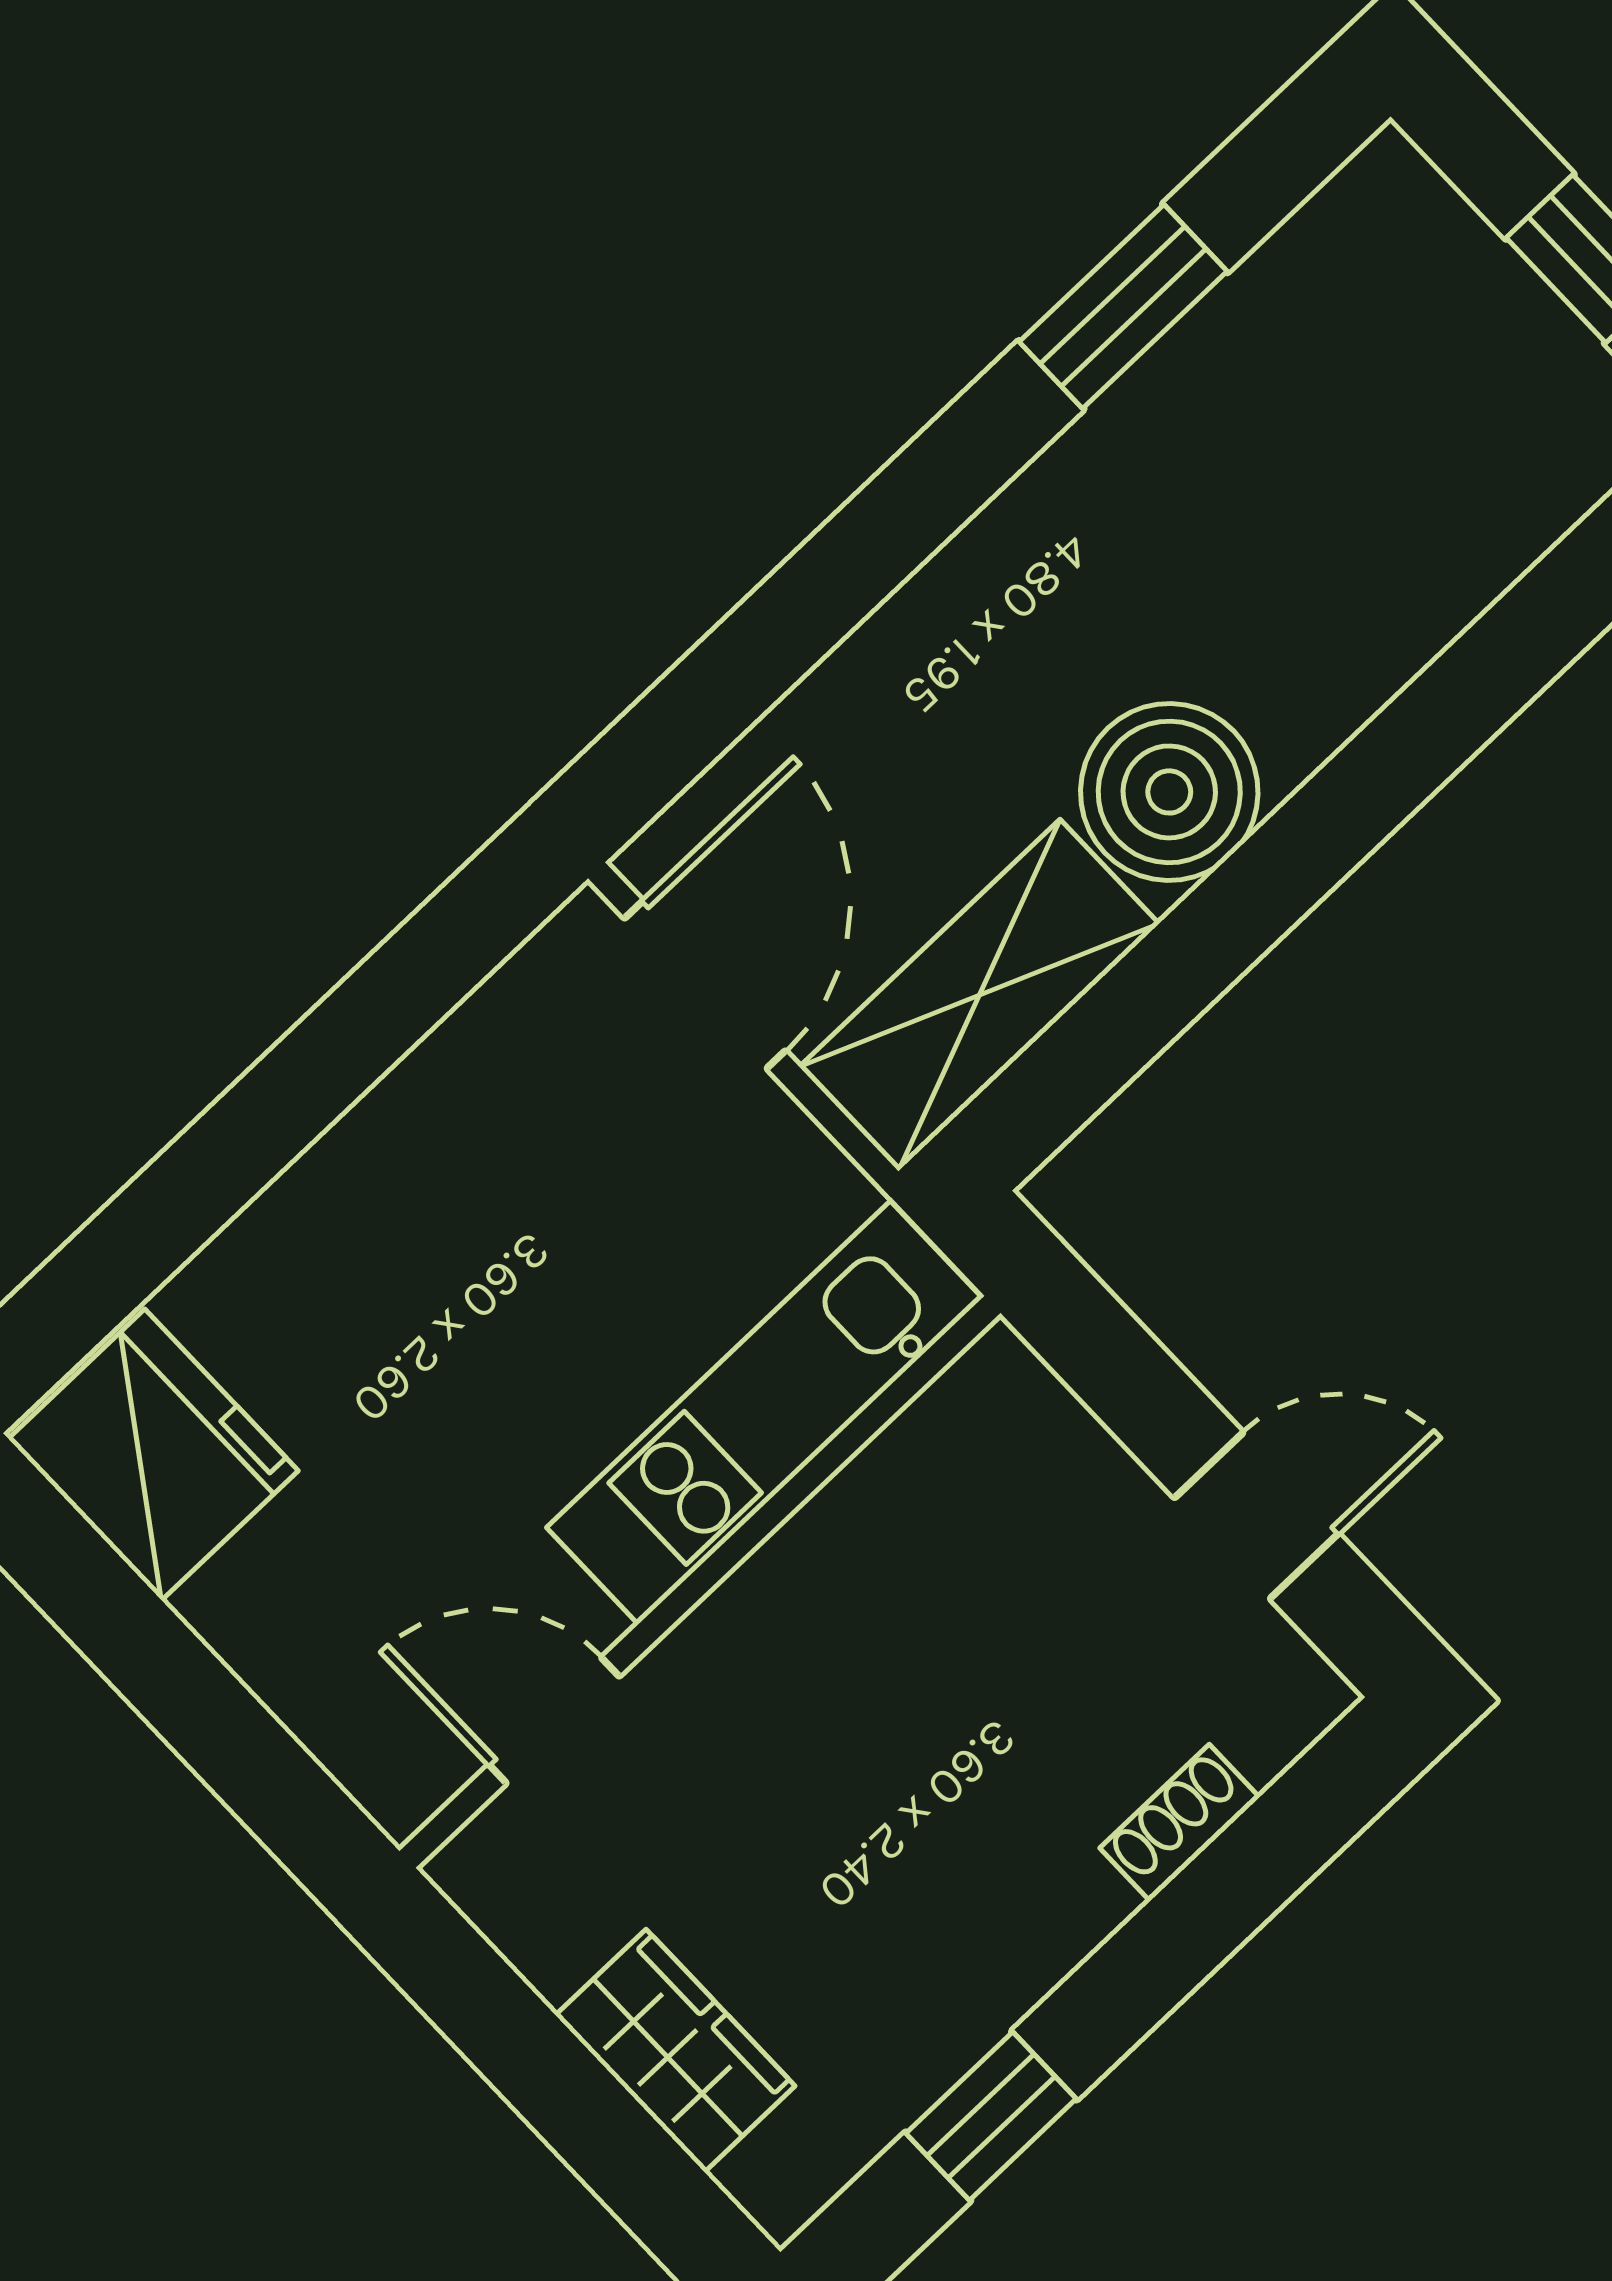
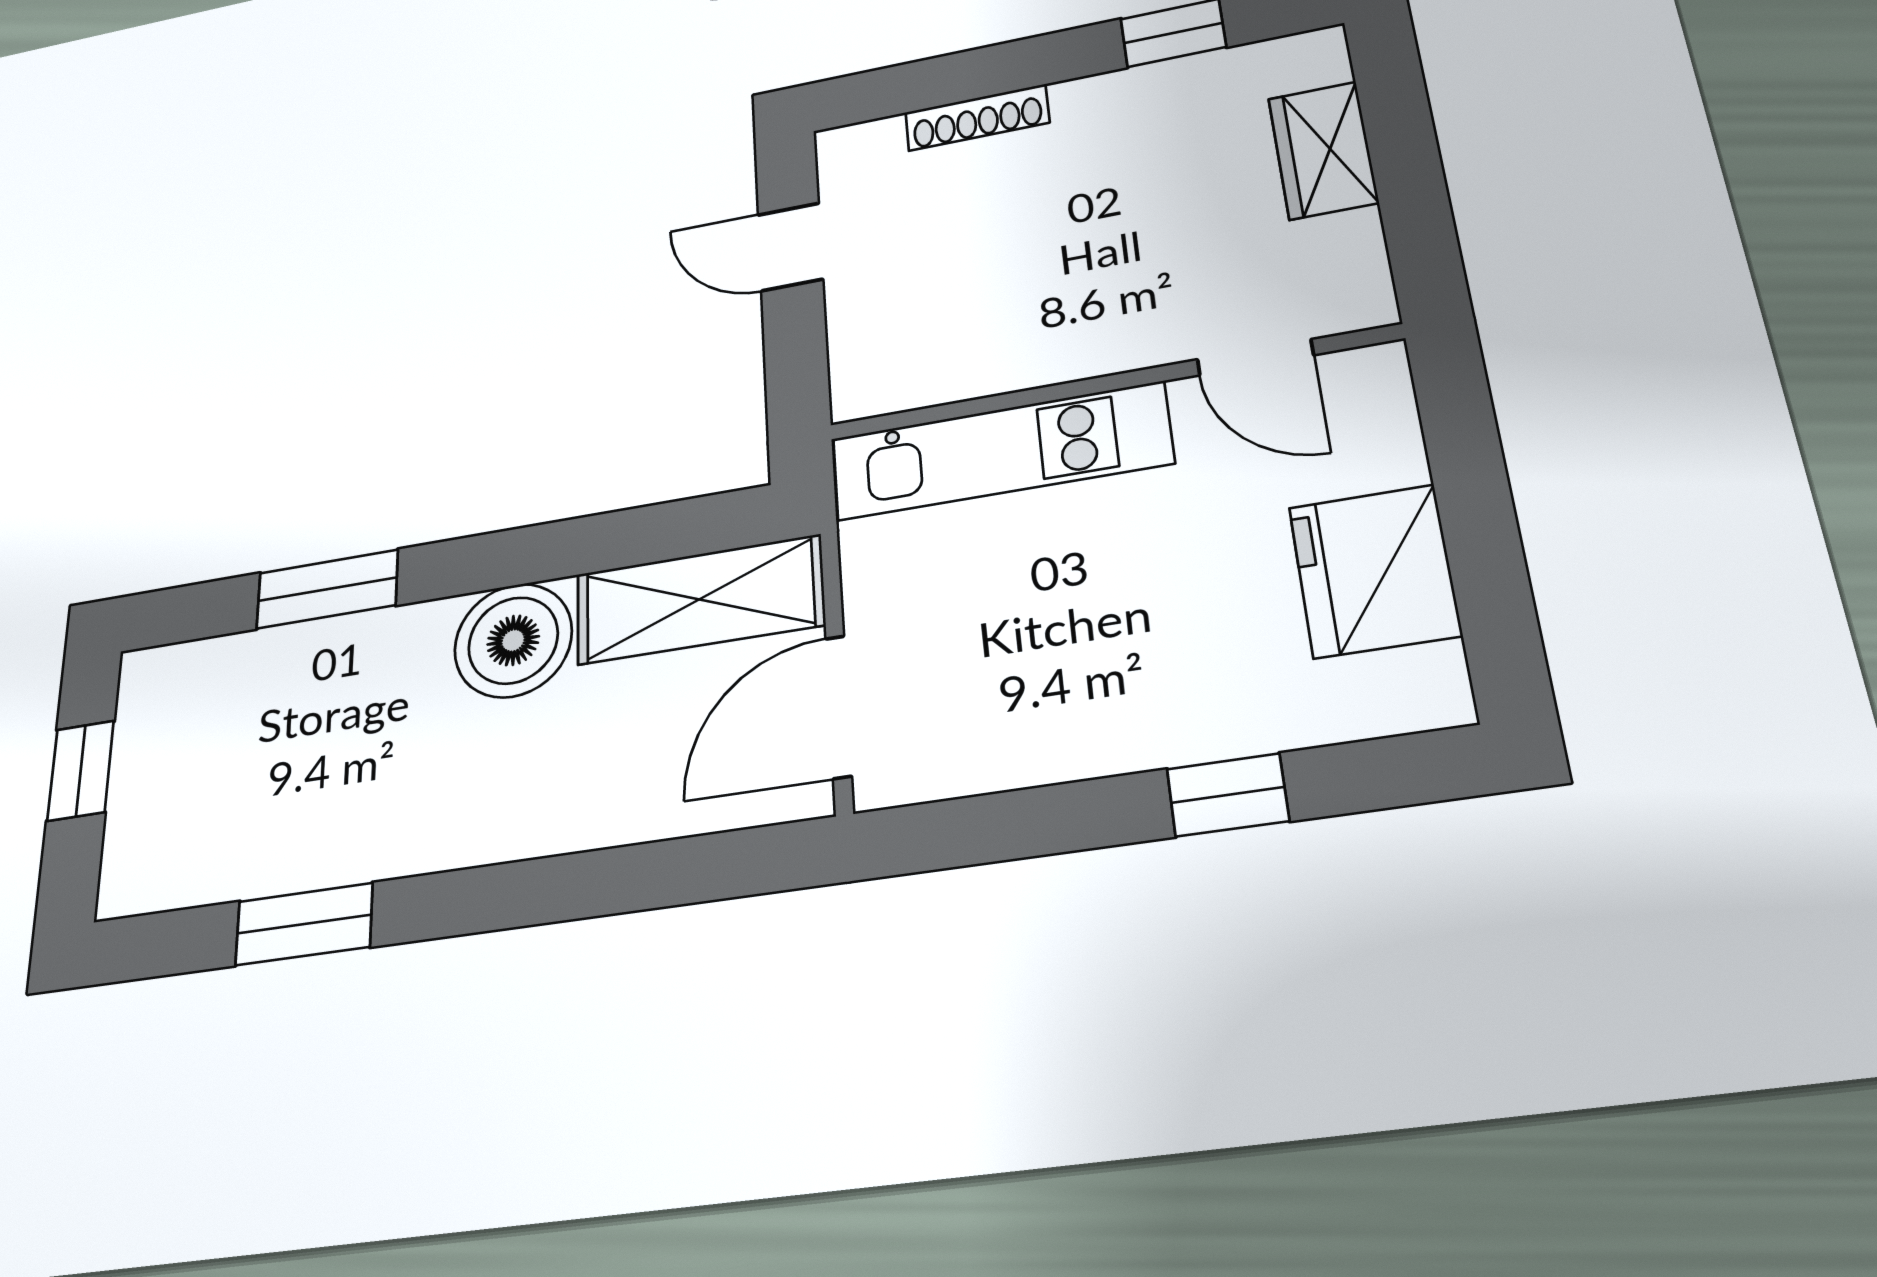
window: (1475, 688) -> (327, 589), added
window: (203, 1179) -> (1228, 795), added
fridge: (153, 1455) -> (1374, 571), moved
shoe rack: (1180, 1823) -> (977, 117), width x1.43

